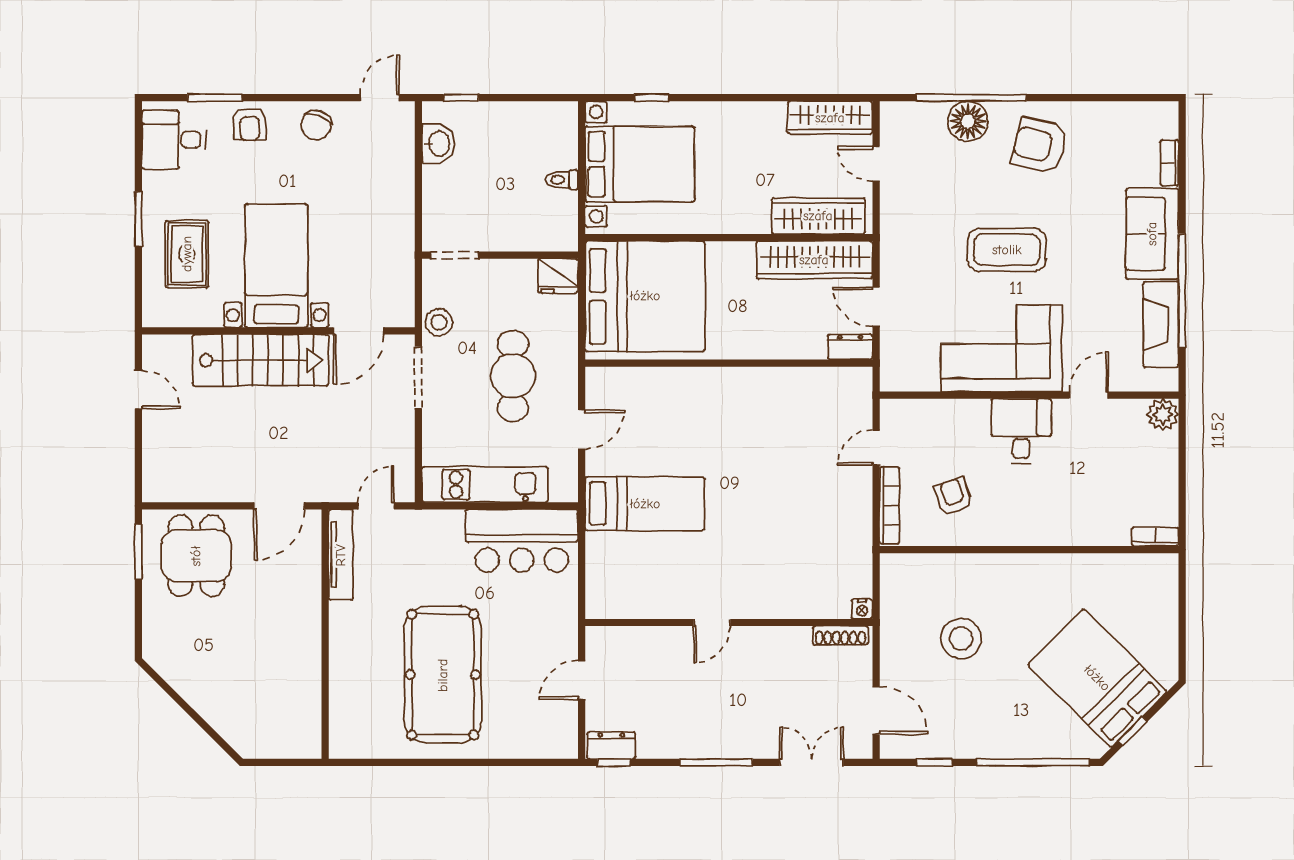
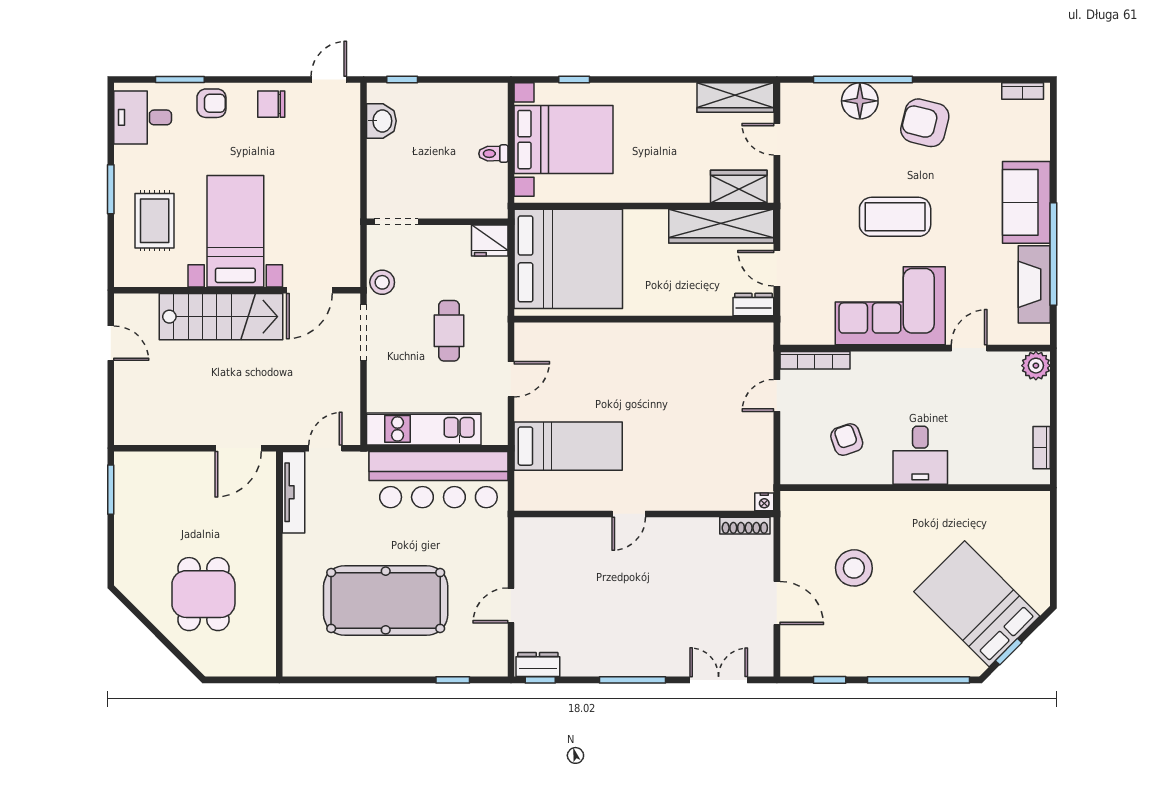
armchair: (250, 124) -> (211, 103), turned -90
chair: (316, 125) -> (271, 104), turned 71
bookcase: (1169, 163) -> (1023, 91), moved, turned -90
wardrobe: (818, 216) -> (739, 186), width x0.67
cafe table: (513, 376) -> (449, 331), width x0.73, depth x0.74
desk: (1021, 431) -> (920, 455), moved, turned 180
bookcase: (889, 505) -> (815, 360), moved, turned 90
bookcase: (1155, 537) -> (1042, 448), moved, turned -90
bar counter: (522, 541) -> (438, 480), width x1.36
dining table: (196, 556) -> (203, 594), moved
nightstand: (862, 609) -> (764, 502), moved
door: (712, 623) -> (629, 514), moved
wall: (729, 623) -> (644, 514), moved
shoe rack: (840, 635) -> (745, 526), moved
pool table: (443, 675) -> (386, 600), turned 90
door: (876, 710) -> (777, 603), moved
window: (517, 762) -> (453, 680), added

